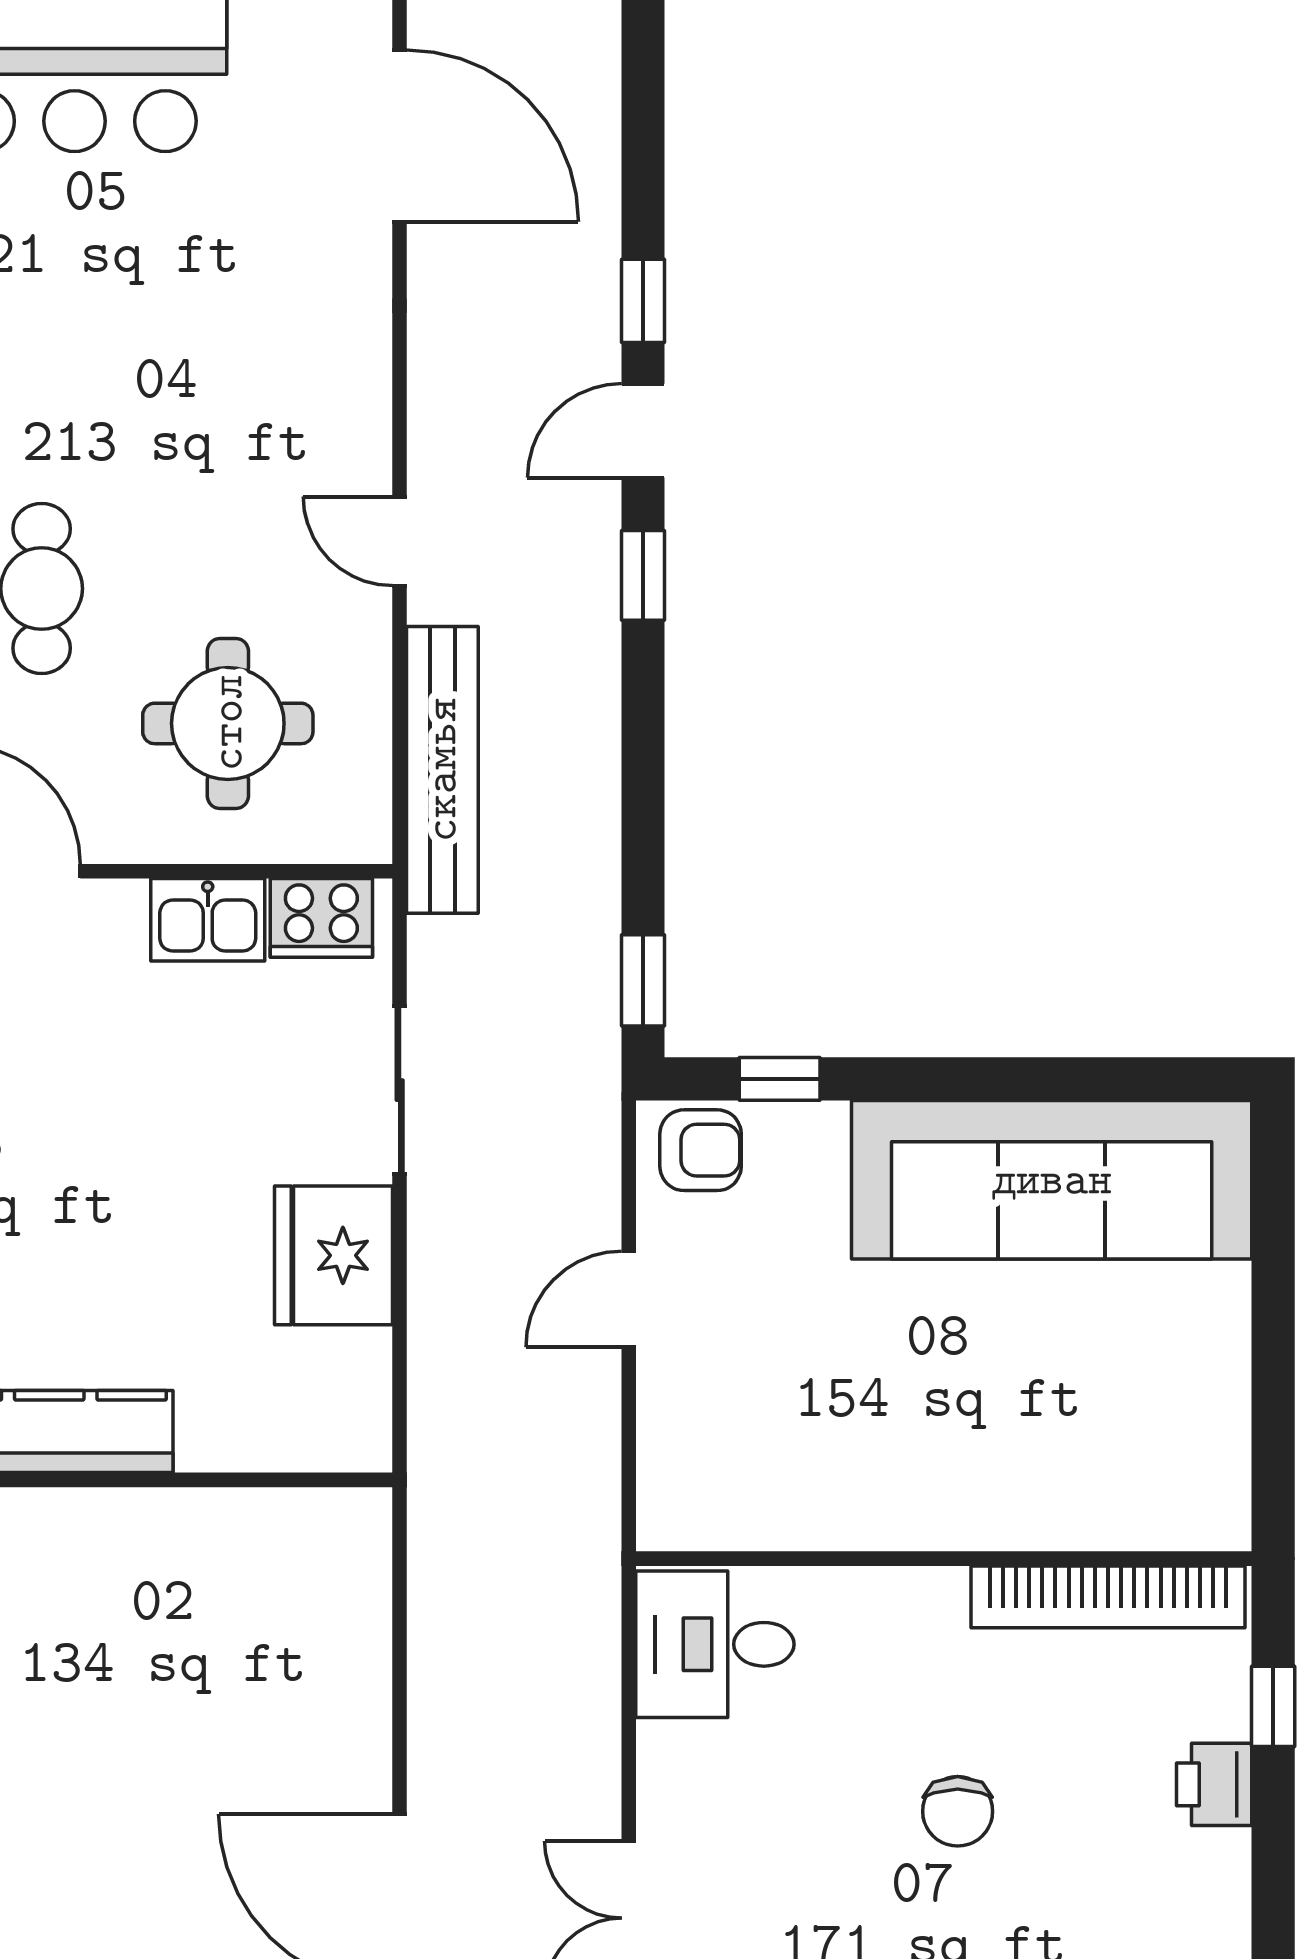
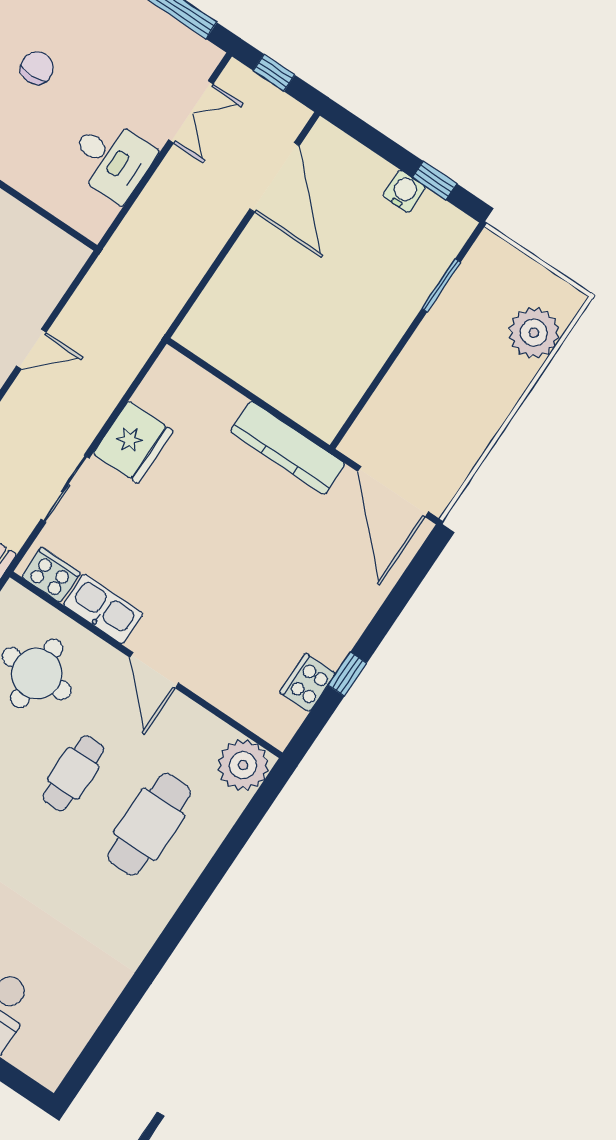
kitchen sink: (208, 920) -> (103, 609), width x1.38
desk: (715, 1644) -> (111, 159), moved

